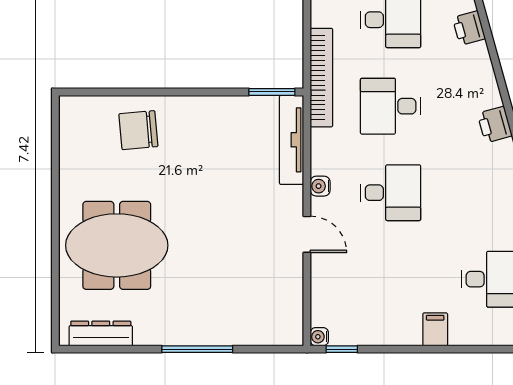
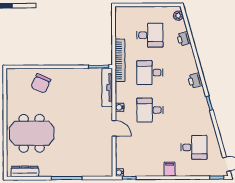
chair: (138, 130) -> (41, 83), turned -61
desk: (391, 193) -> (150, 110), turned 180

